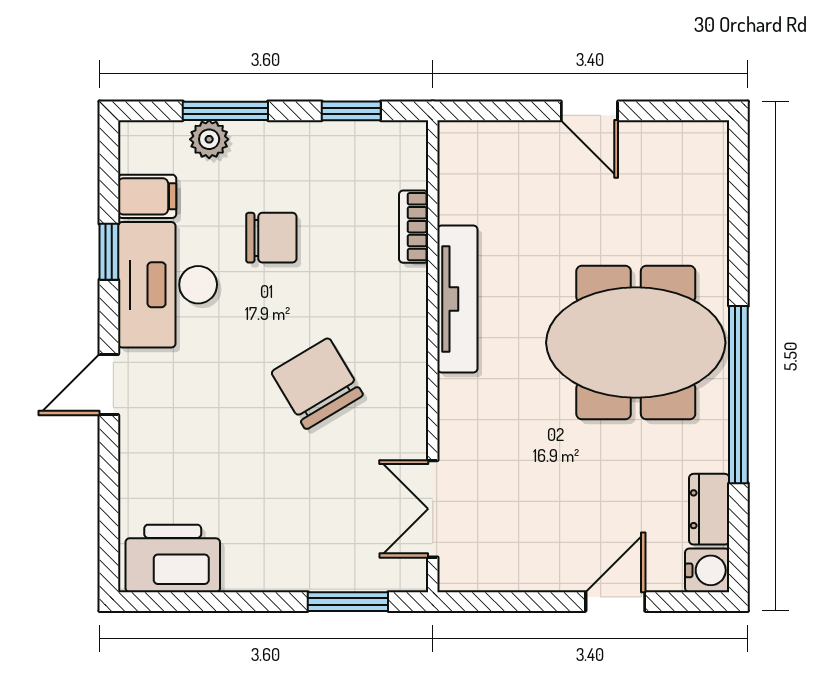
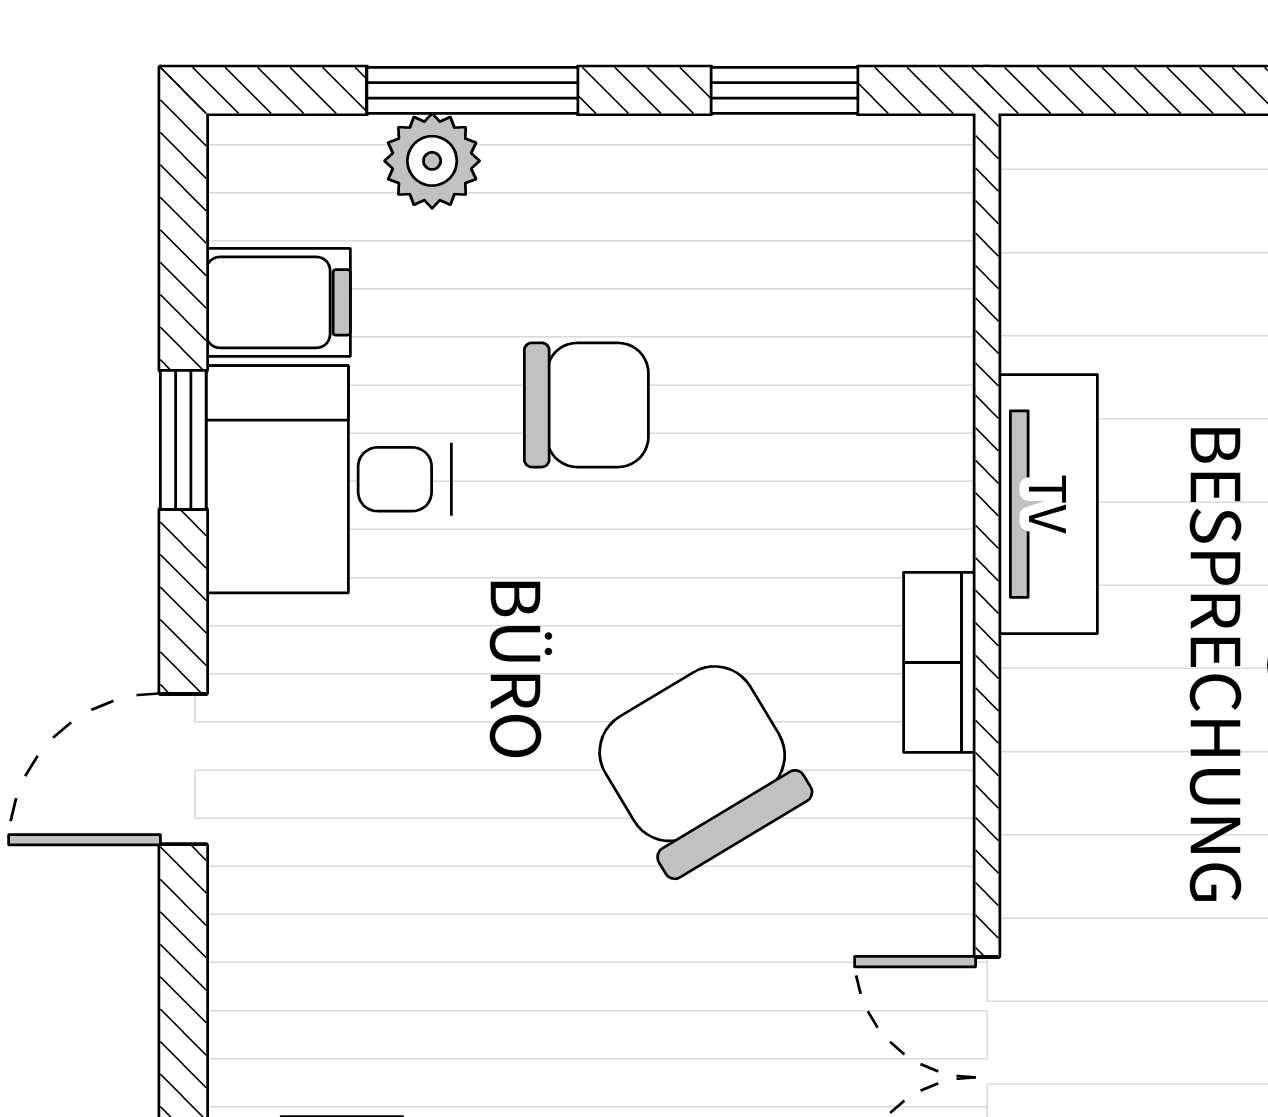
bookcase: (414, 227) -> (940, 662), moved
desk: (167, 285) -> (329, 479), width x0.73
tv unit: (457, 299) -> (1048, 504), width x0.71

